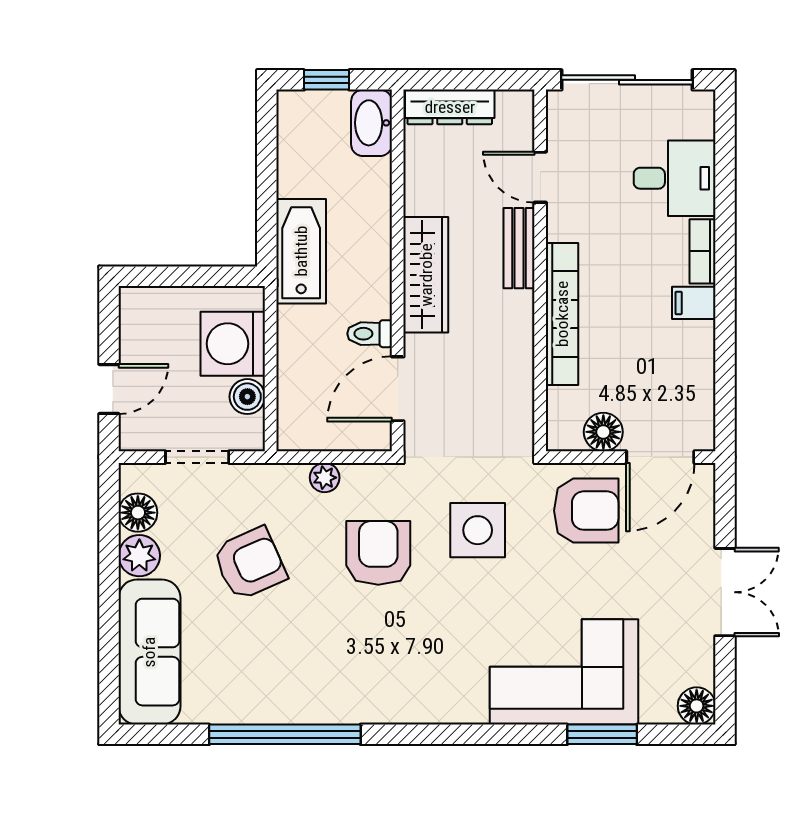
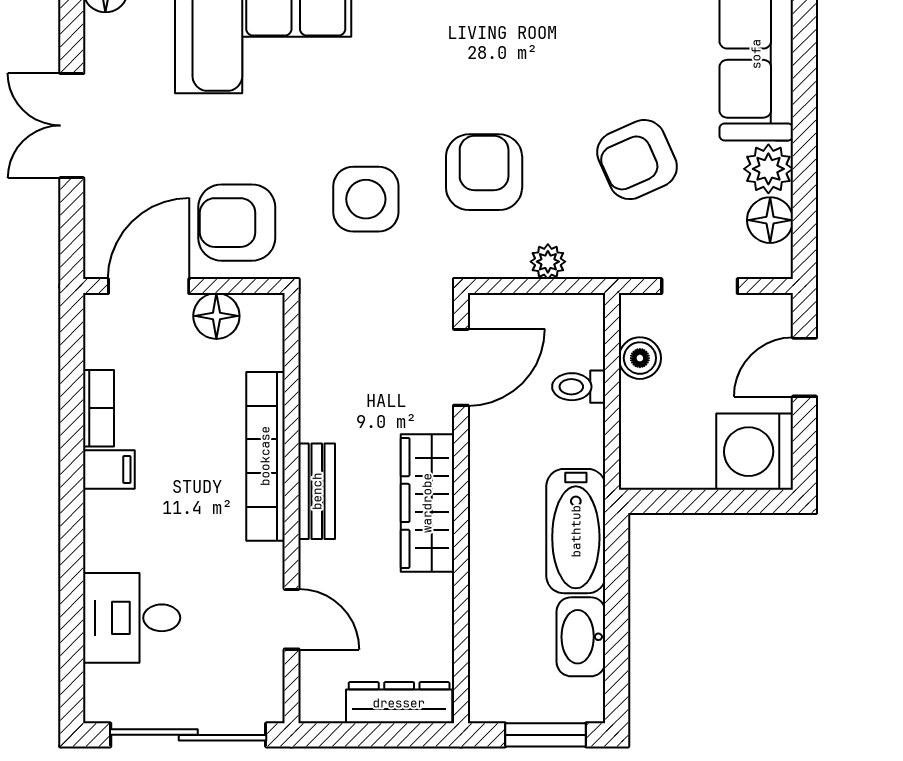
window: (327, 80) -> (546, 735), width x1.50
washbasin: (372, 123) -> (581, 637), moved, turned 180
bench: (519, 248) -> (317, 491), moved
bookcase: (702, 251) -> (99, 408), moved
toilet: (370, 334) -> (579, 387), moved, turned 180
washing machine: (233, 344) -> (755, 452), moved, turned 180
armchair: (378, 553) -> (484, 172), turned 180

